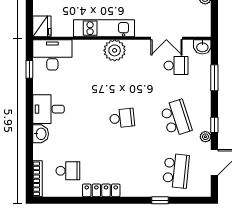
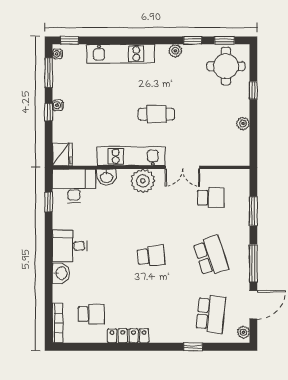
double door: (166, 38) -> (182, 167), moved
washbasin: (202, 47) -> (106, 177), moved
window: (214, 125) -> (253, 263), width x2.17
plant: (205, 137) -> (243, 332), moved

